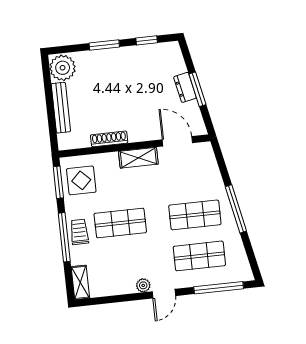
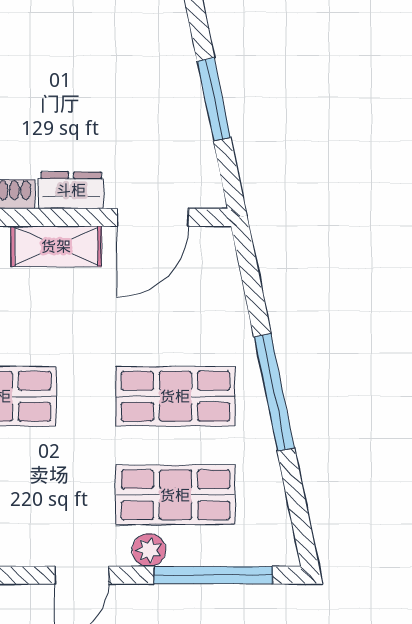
dresser: (185, 87) -> (71, 190), moved, turned 102
door: (177, 141) -> (153, 217), swing flipped
plant: (143, 285) -> (149, 550), moved

